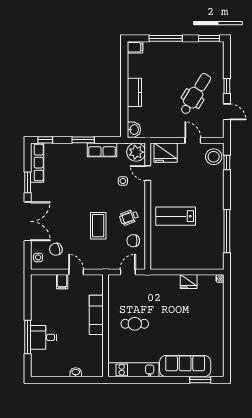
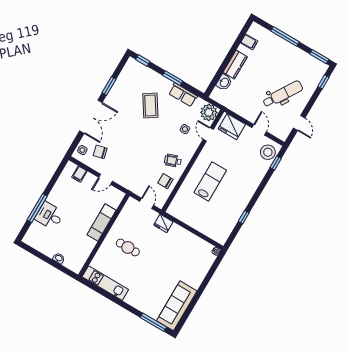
filing cabinet: (135, 47) -> (249, 42), moved
window: (227, 86) -> (323, 82), moved
washbasin: (134, 130) -> (224, 82), moved
row of seats: (37, 163) -> (126, 75), removed
lab bench: (176, 216) -> (210, 181), turned 90
coffee table: (98, 226) -> (150, 106), moved, turned -33
window: (227, 231) -> (244, 217), width x0.32
door: (76, 272) -> (106, 179), swing flipped
door: (128, 272) -> (147, 203), hinge flipped
fridge: (189, 281) -> (163, 223), moved
filing cabinet: (62, 282) -> (79, 174), moved
sofa: (185, 366) -> (177, 306), moved, turned -90
window: (200, 380) -> (153, 322), width x1.44

